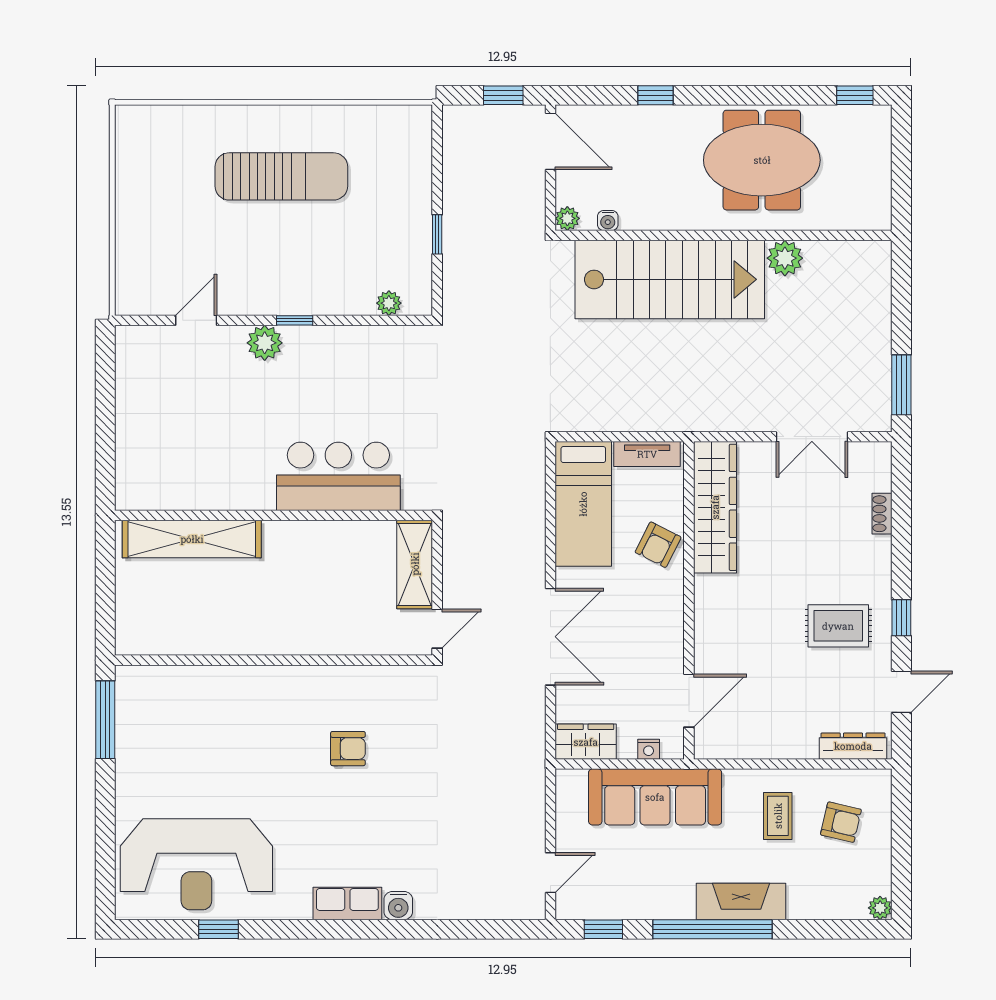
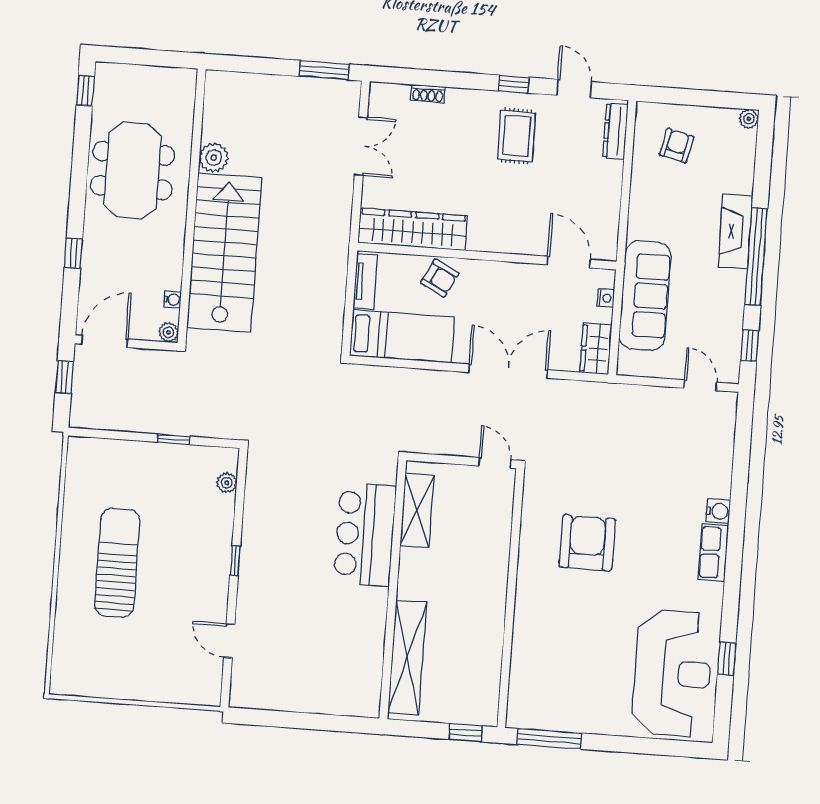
plant: (265, 343) -> (252, 586), removed
shelving: (415, 564) -> (417, 510), moved, turned 90
window: (105, 617) -> (466, 733), added
armchair: (348, 749) -> (587, 543), width x1.88, depth x1.88
coffee table: (778, 816) -> (668, 197), removed

